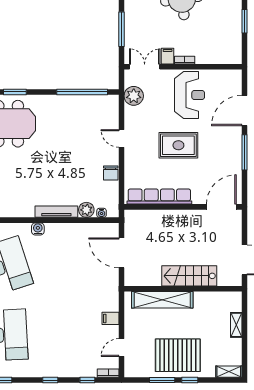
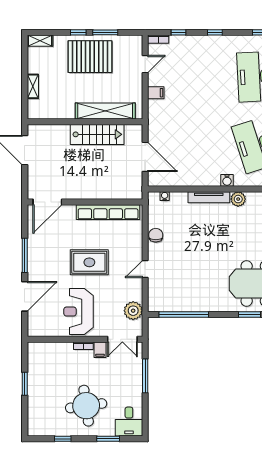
door: (122, 139) -> (145, 269), swing flipped
plant: (86, 210) -> (238, 199), moved
stairs: (189, 276) -> (97, 134), moved

